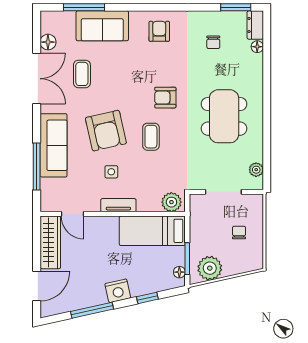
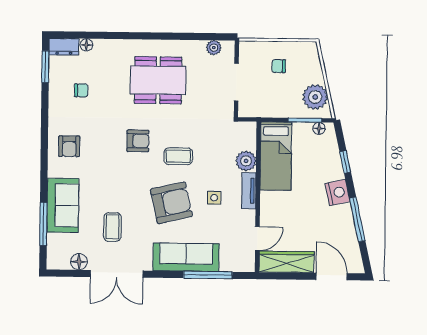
armchair: (159, 31) -> (69, 146), turned -90
coffee table: (82, 74) -> (112, 227), turned 90
double door: (37, 79) -> (117, 274), swing flipped
armchair: (165, 98) -> (138, 141), turned -90
plant: (171, 202) -> (246, 161), moved

